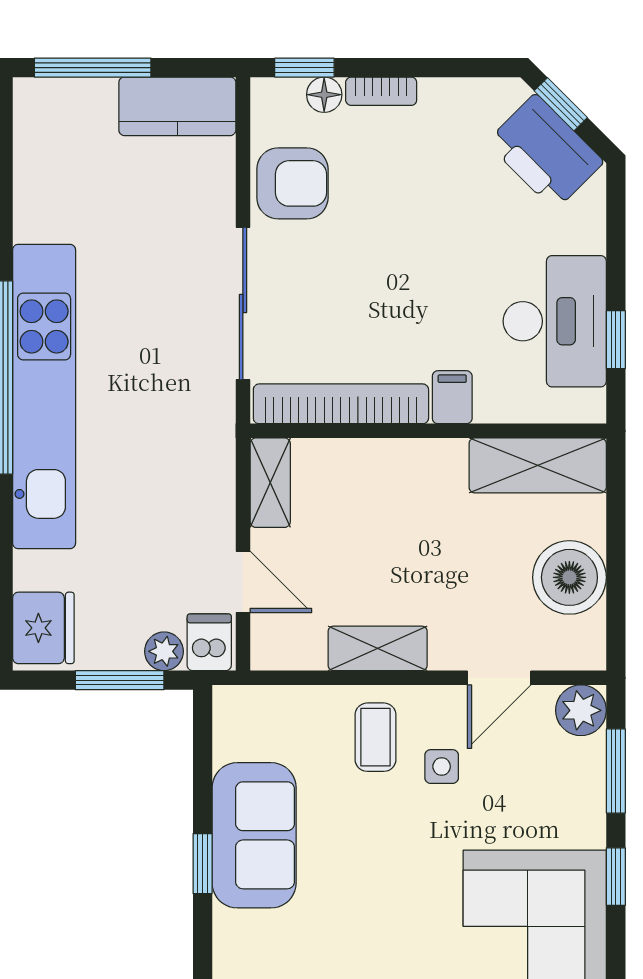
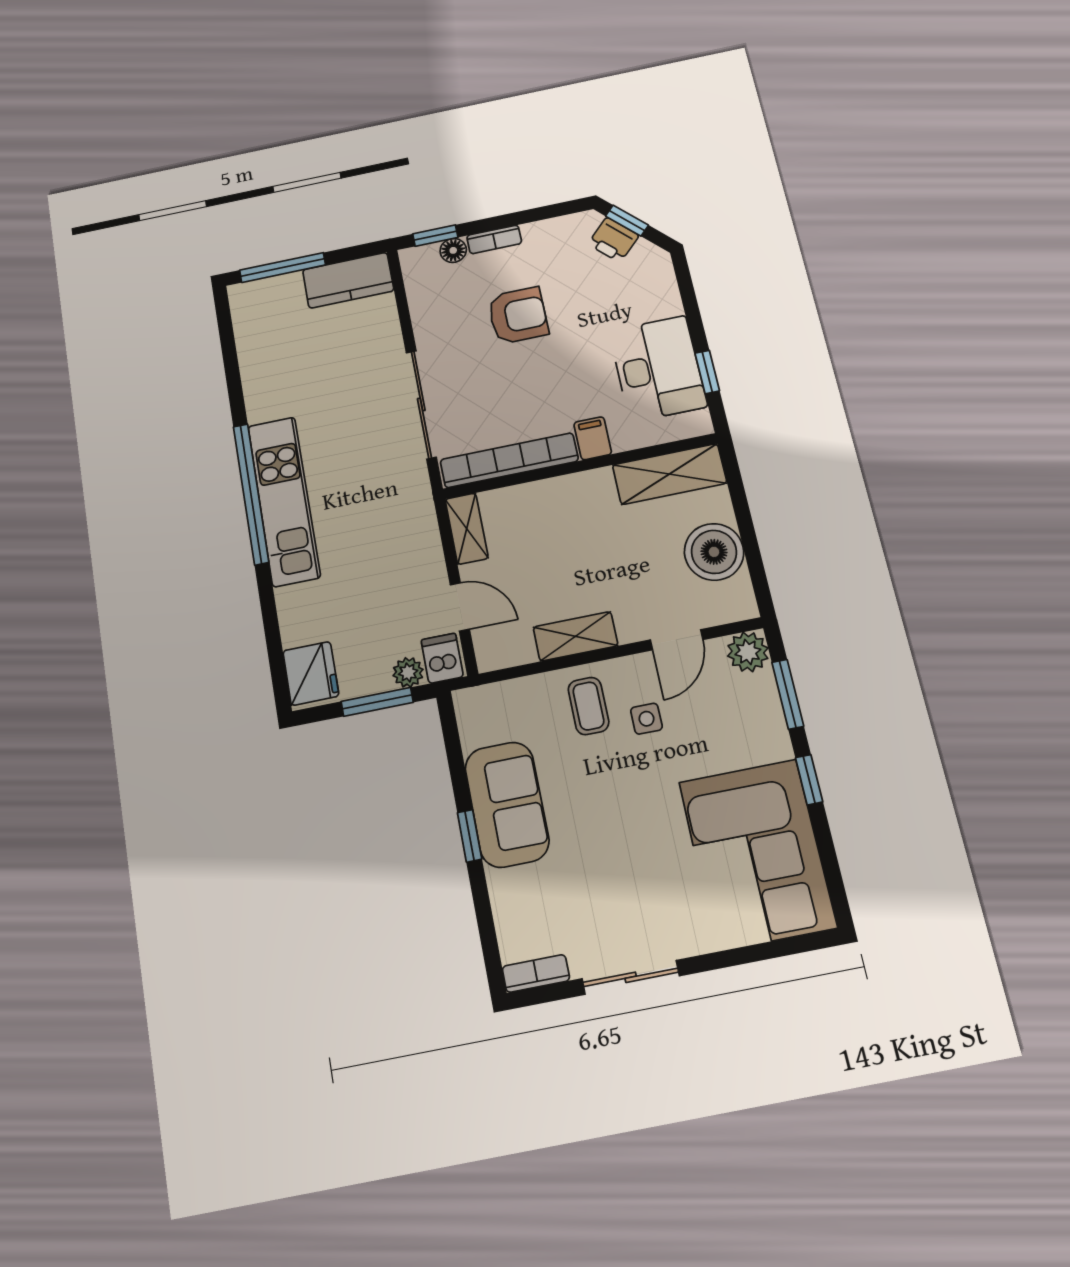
printer: (545, 152) -> (613, 240), width x0.53, depth x0.68
armchair: (292, 183) -> (518, 315), moved
kitchen unit: (44, 397) -> (284, 501), width x0.73

